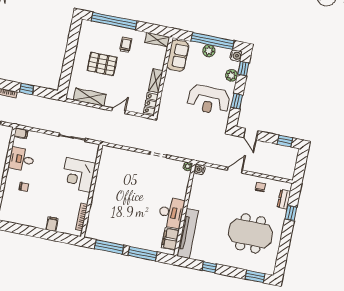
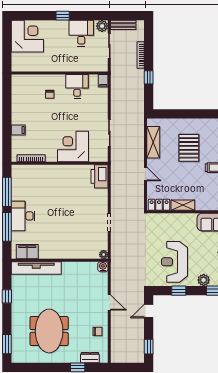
printer: (112, 155) -> (100, 176), added
desk: (171, 213) -> (23, 216), moved, turned 90

